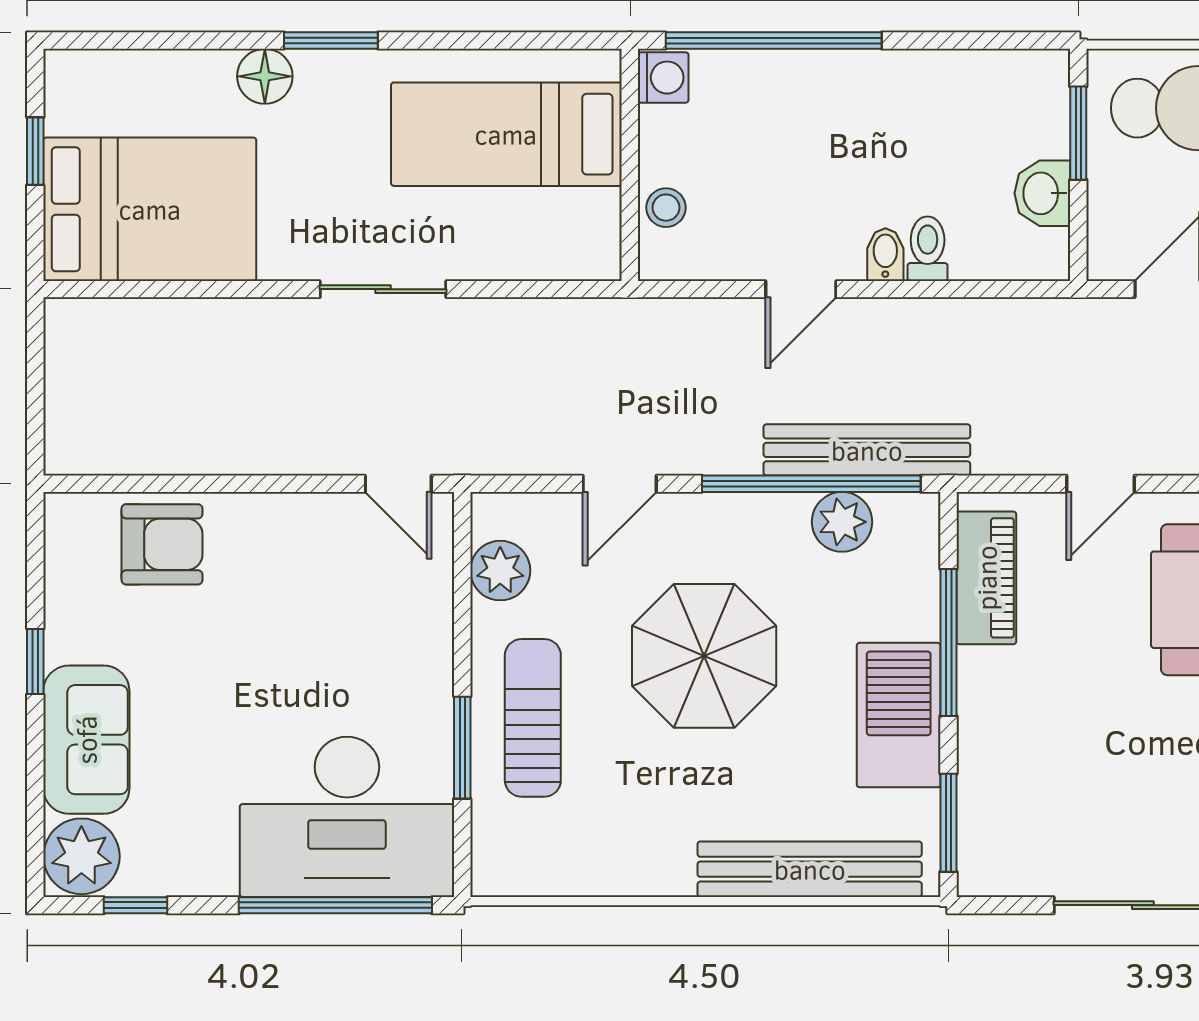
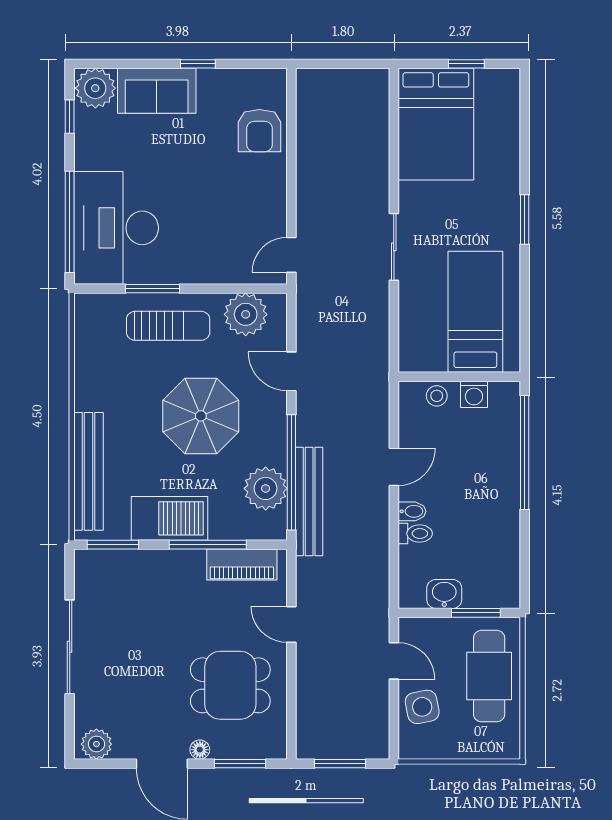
floor lamp: (265, 76) -> (506, 185), removed
washing machine: (663, 78) -> (474, 394), moved
door: (801, 289) -> (394, 467), swing flipped
plant: (842, 522) -> (266, 488), width x1.36, depth x1.36
plant: (500, 571) -> (246, 314), width x1.36, depth x1.36

